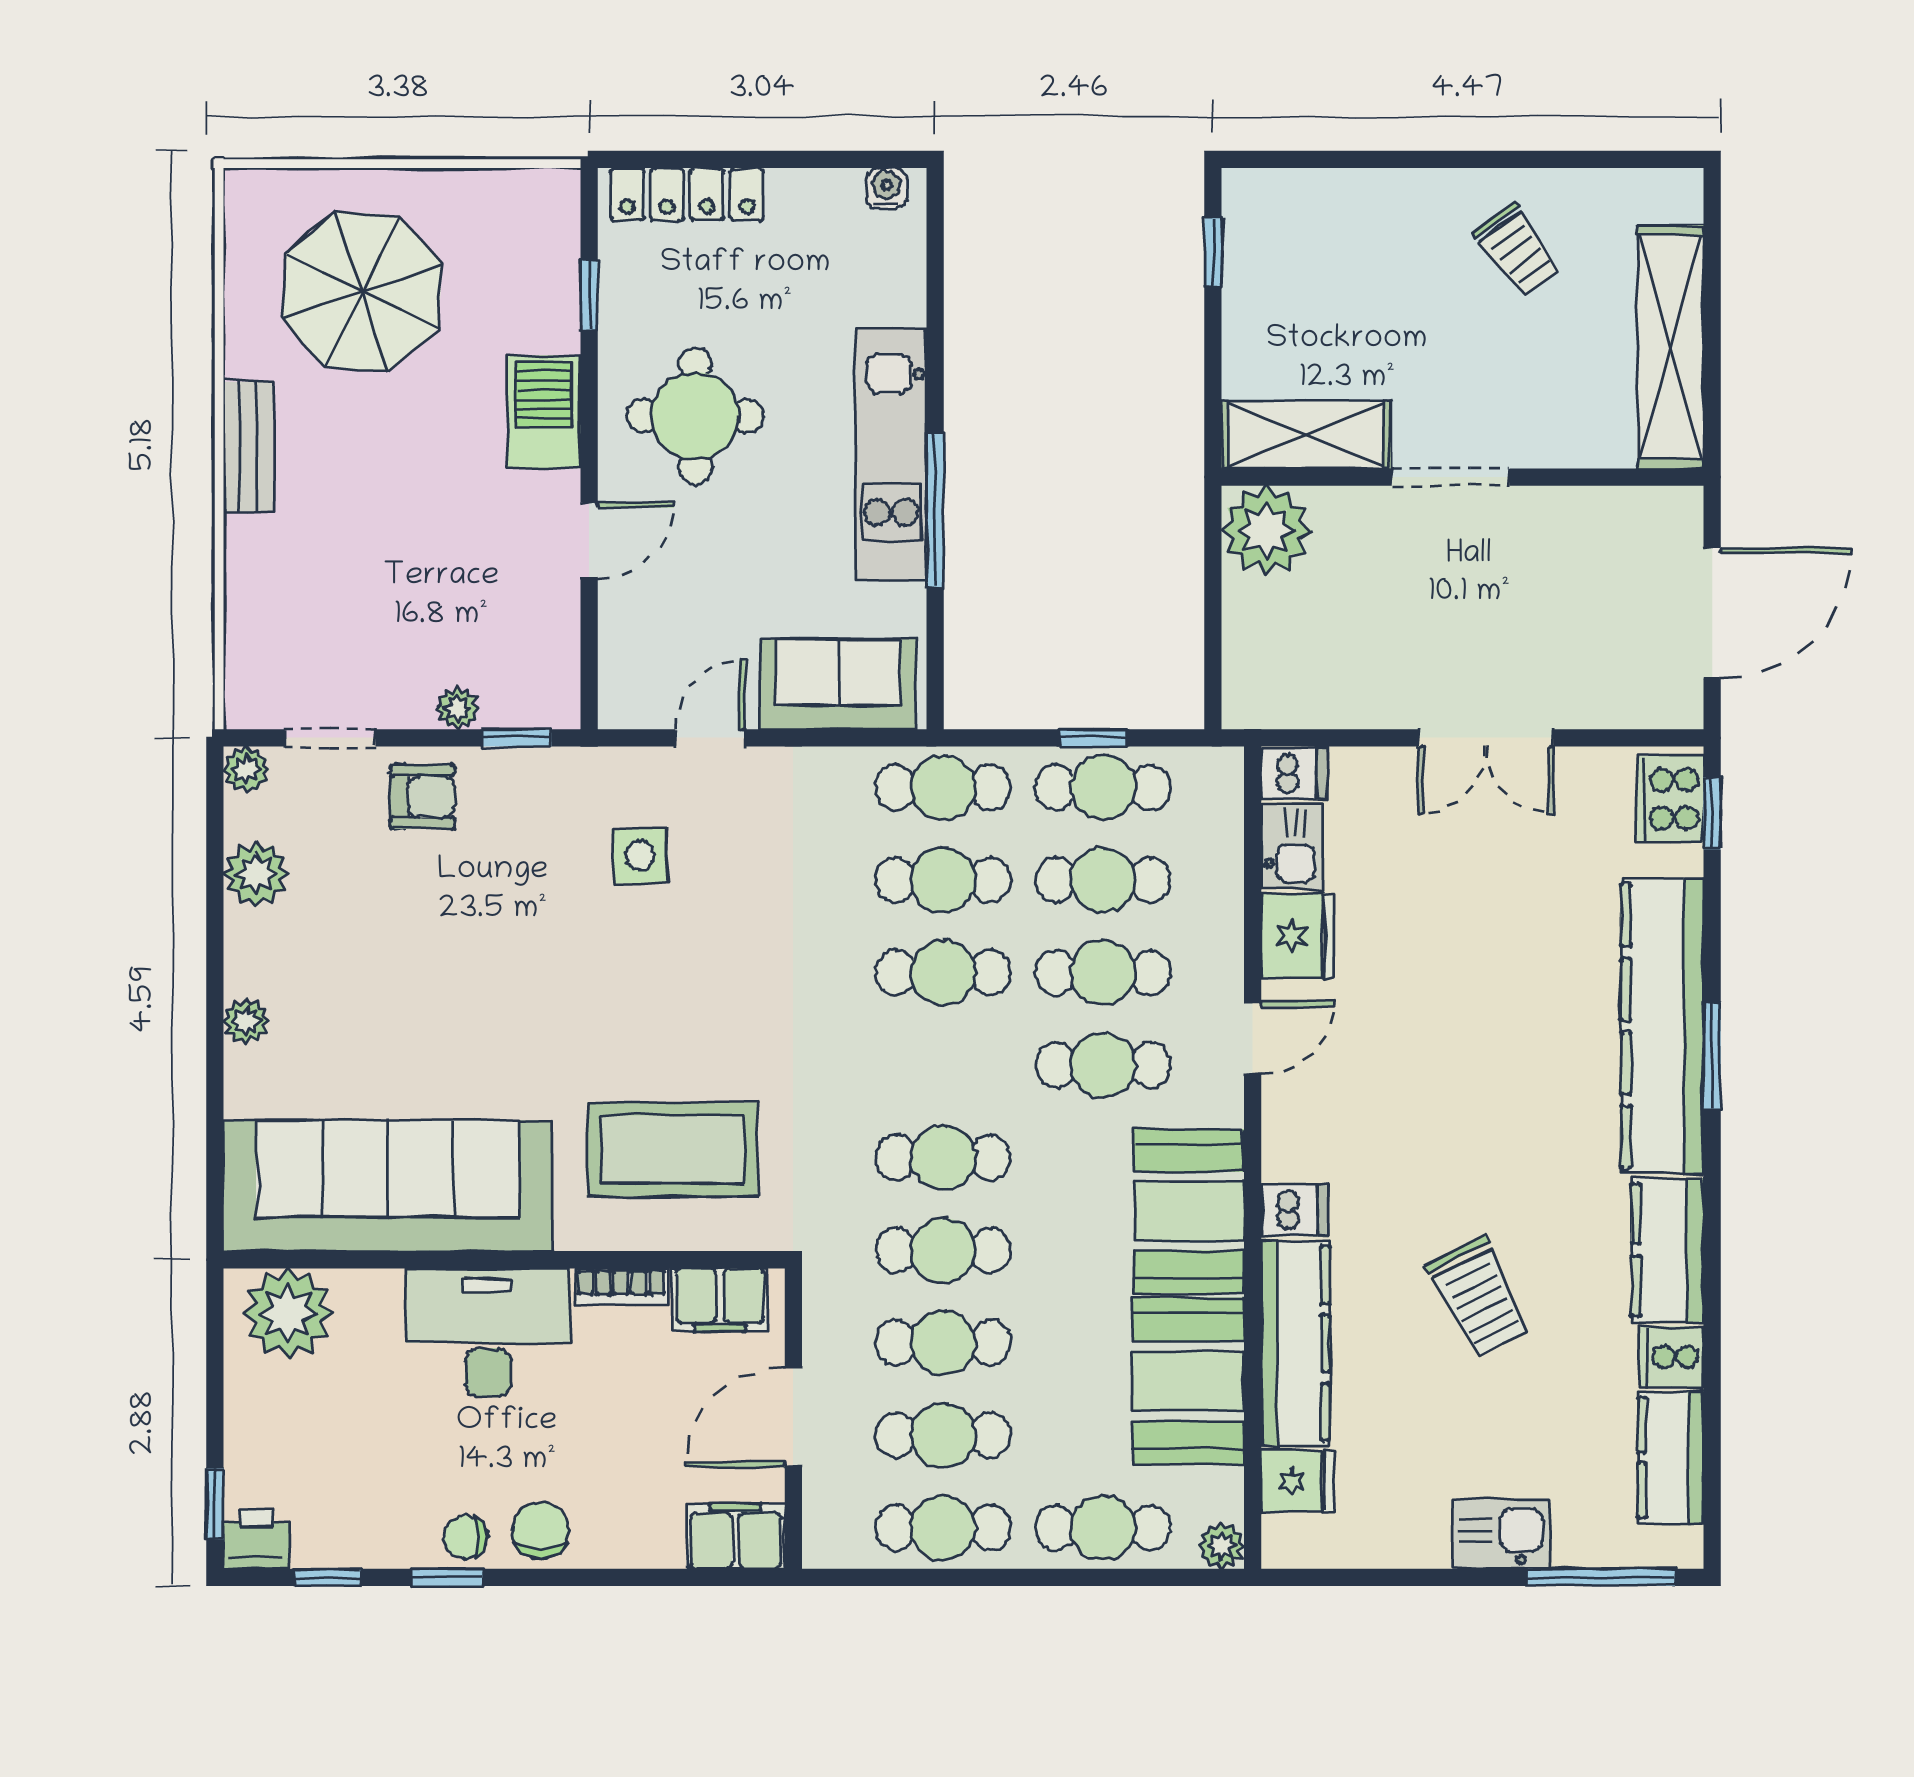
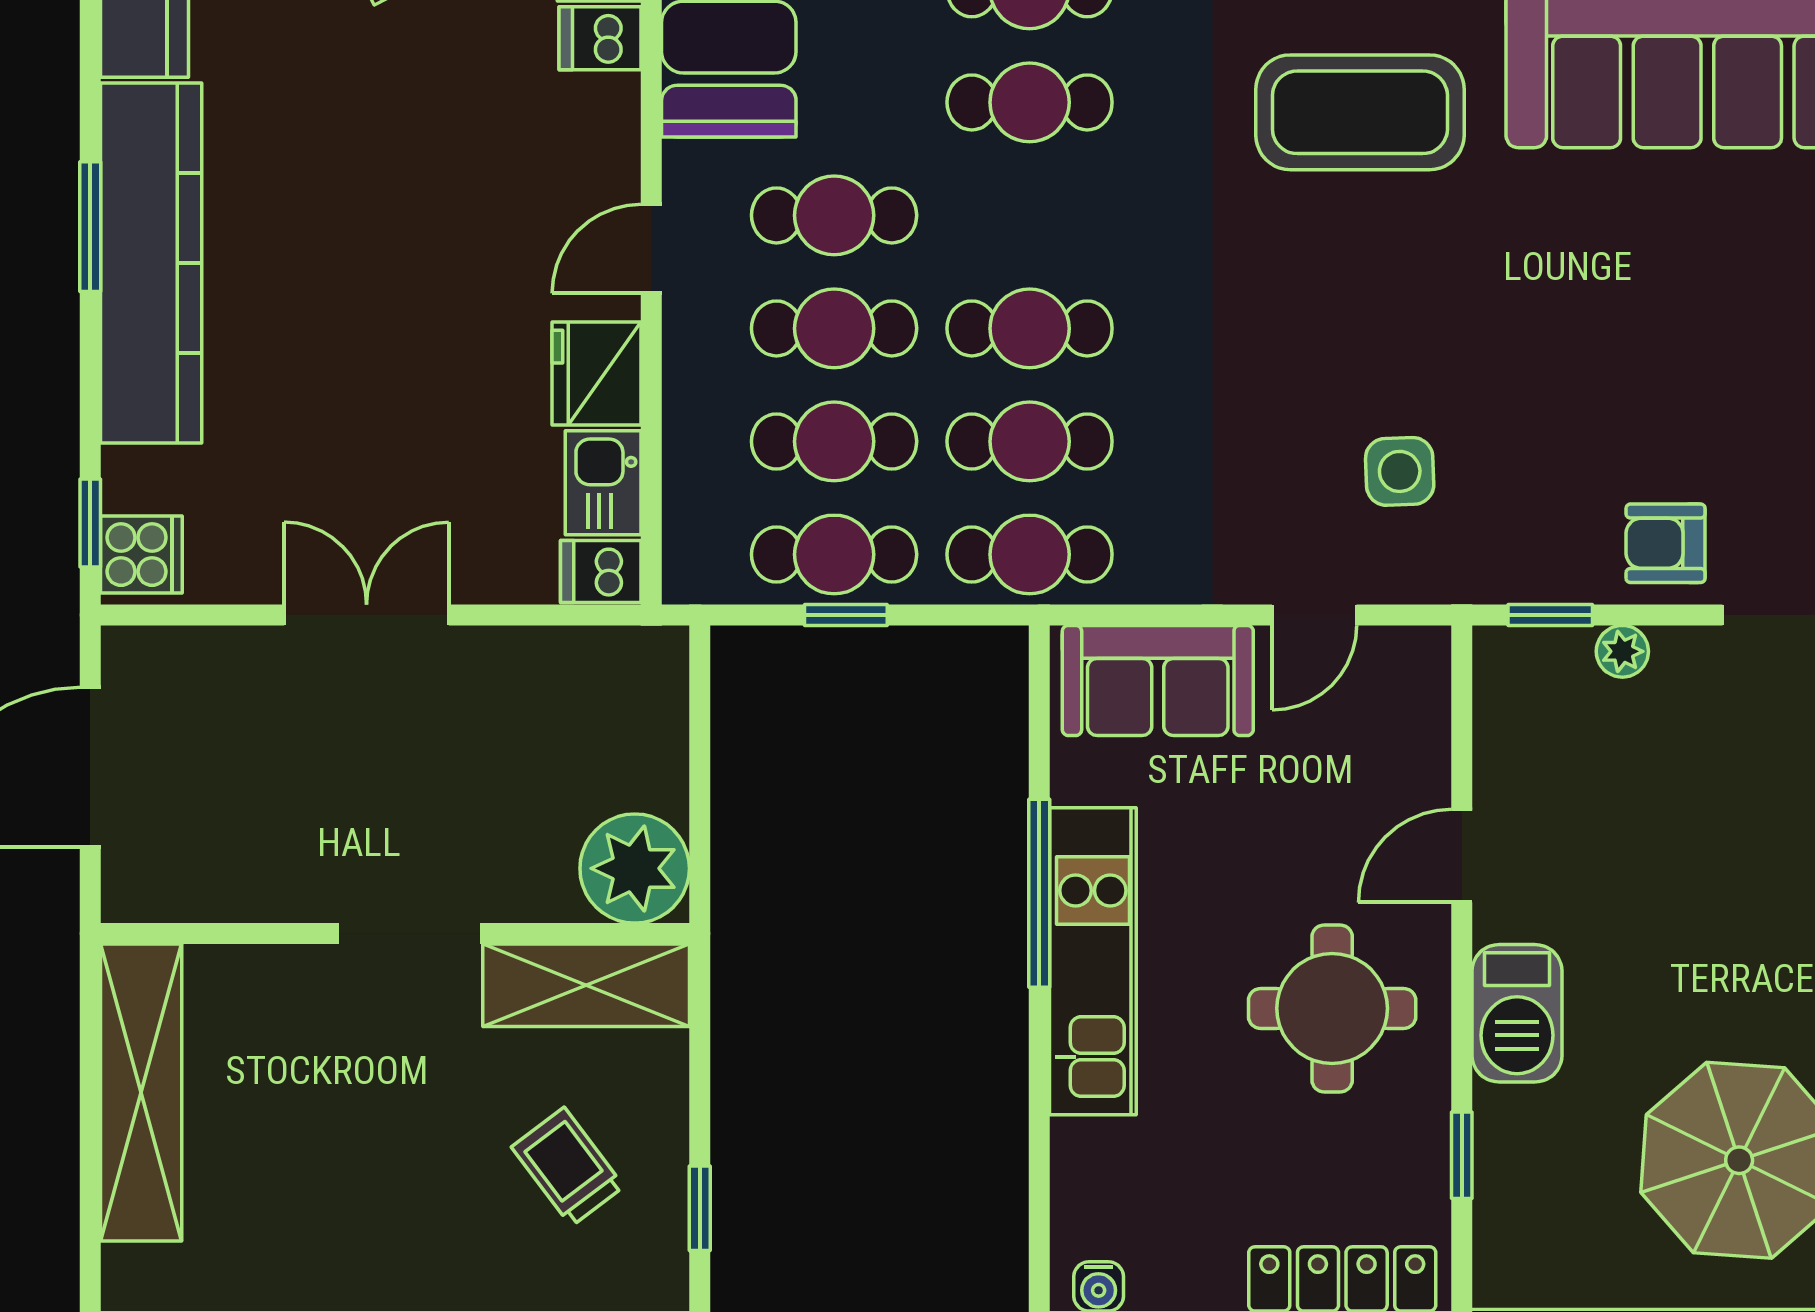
trolley: (1518, 250) -> (568, 1167), moved
cooker: (1670, 799) -> (141, 555), width x0.73

